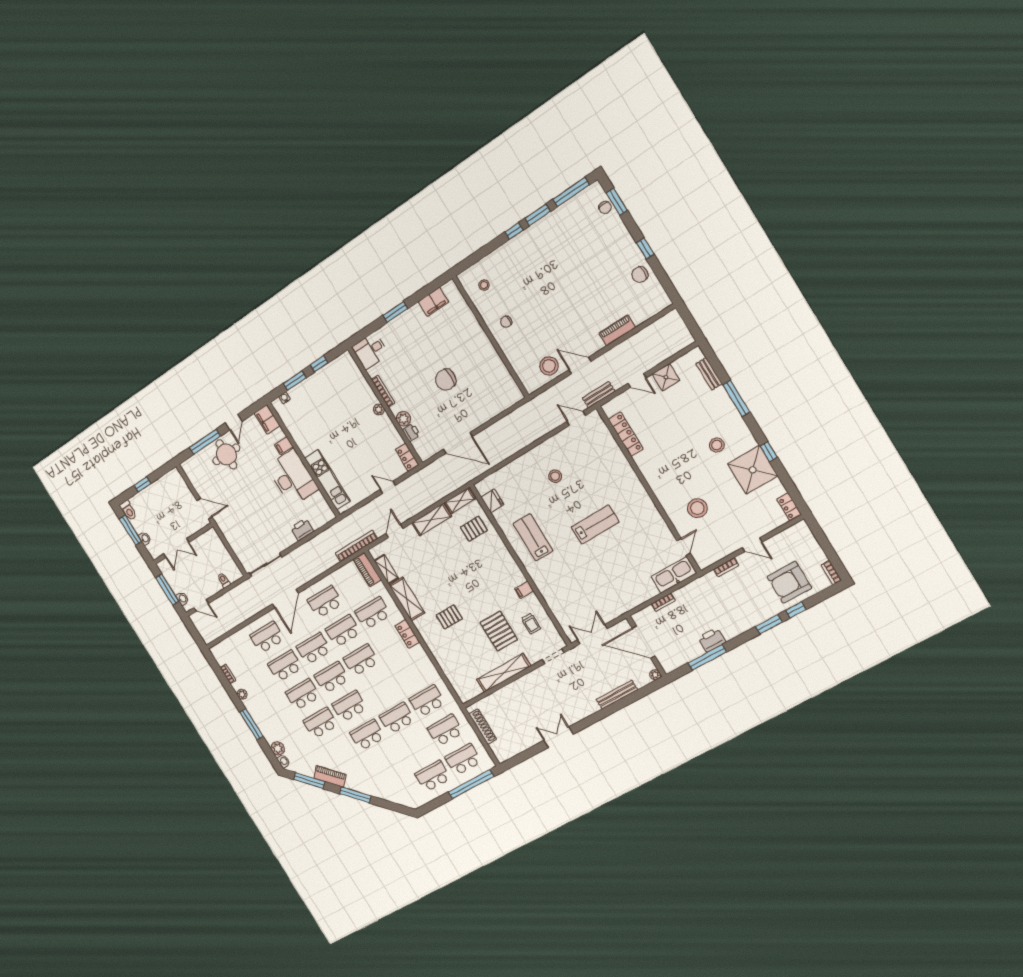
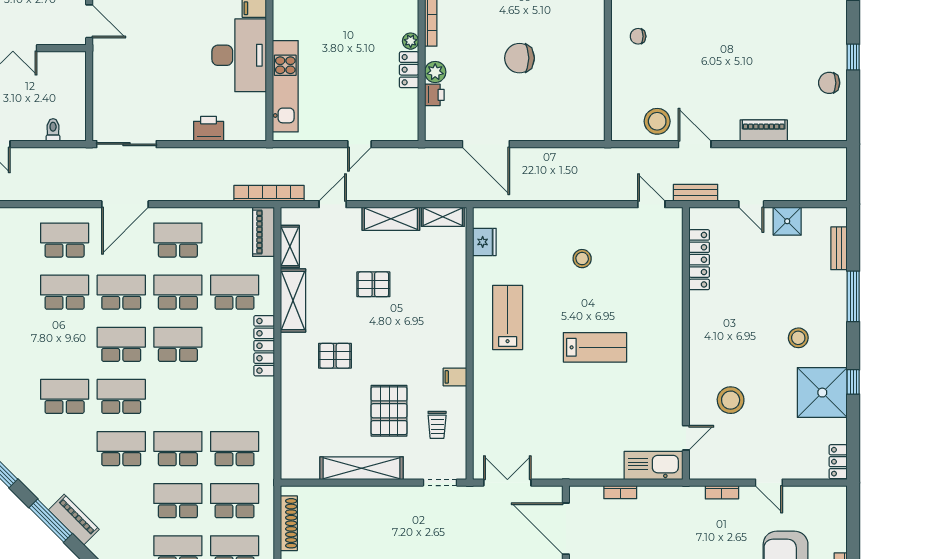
locker: (407, 457) -> (409, 70), moved
door: (388, 487) -> (359, 144), swing flipped
pallet: (474, 529) -> (373, 284), moved
locker: (407, 634) -> (264, 346), width x1.53
school desk: (303, 694) -> (178, 501), moved
piano: (330, 776) -> (74, 520), moved

